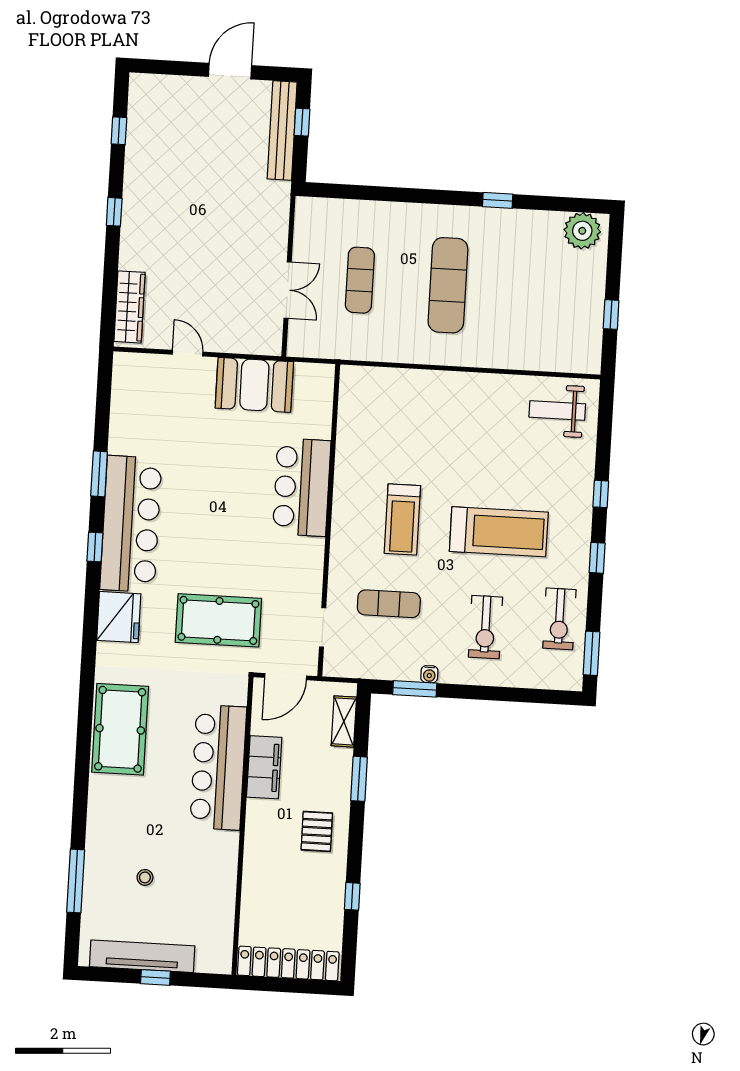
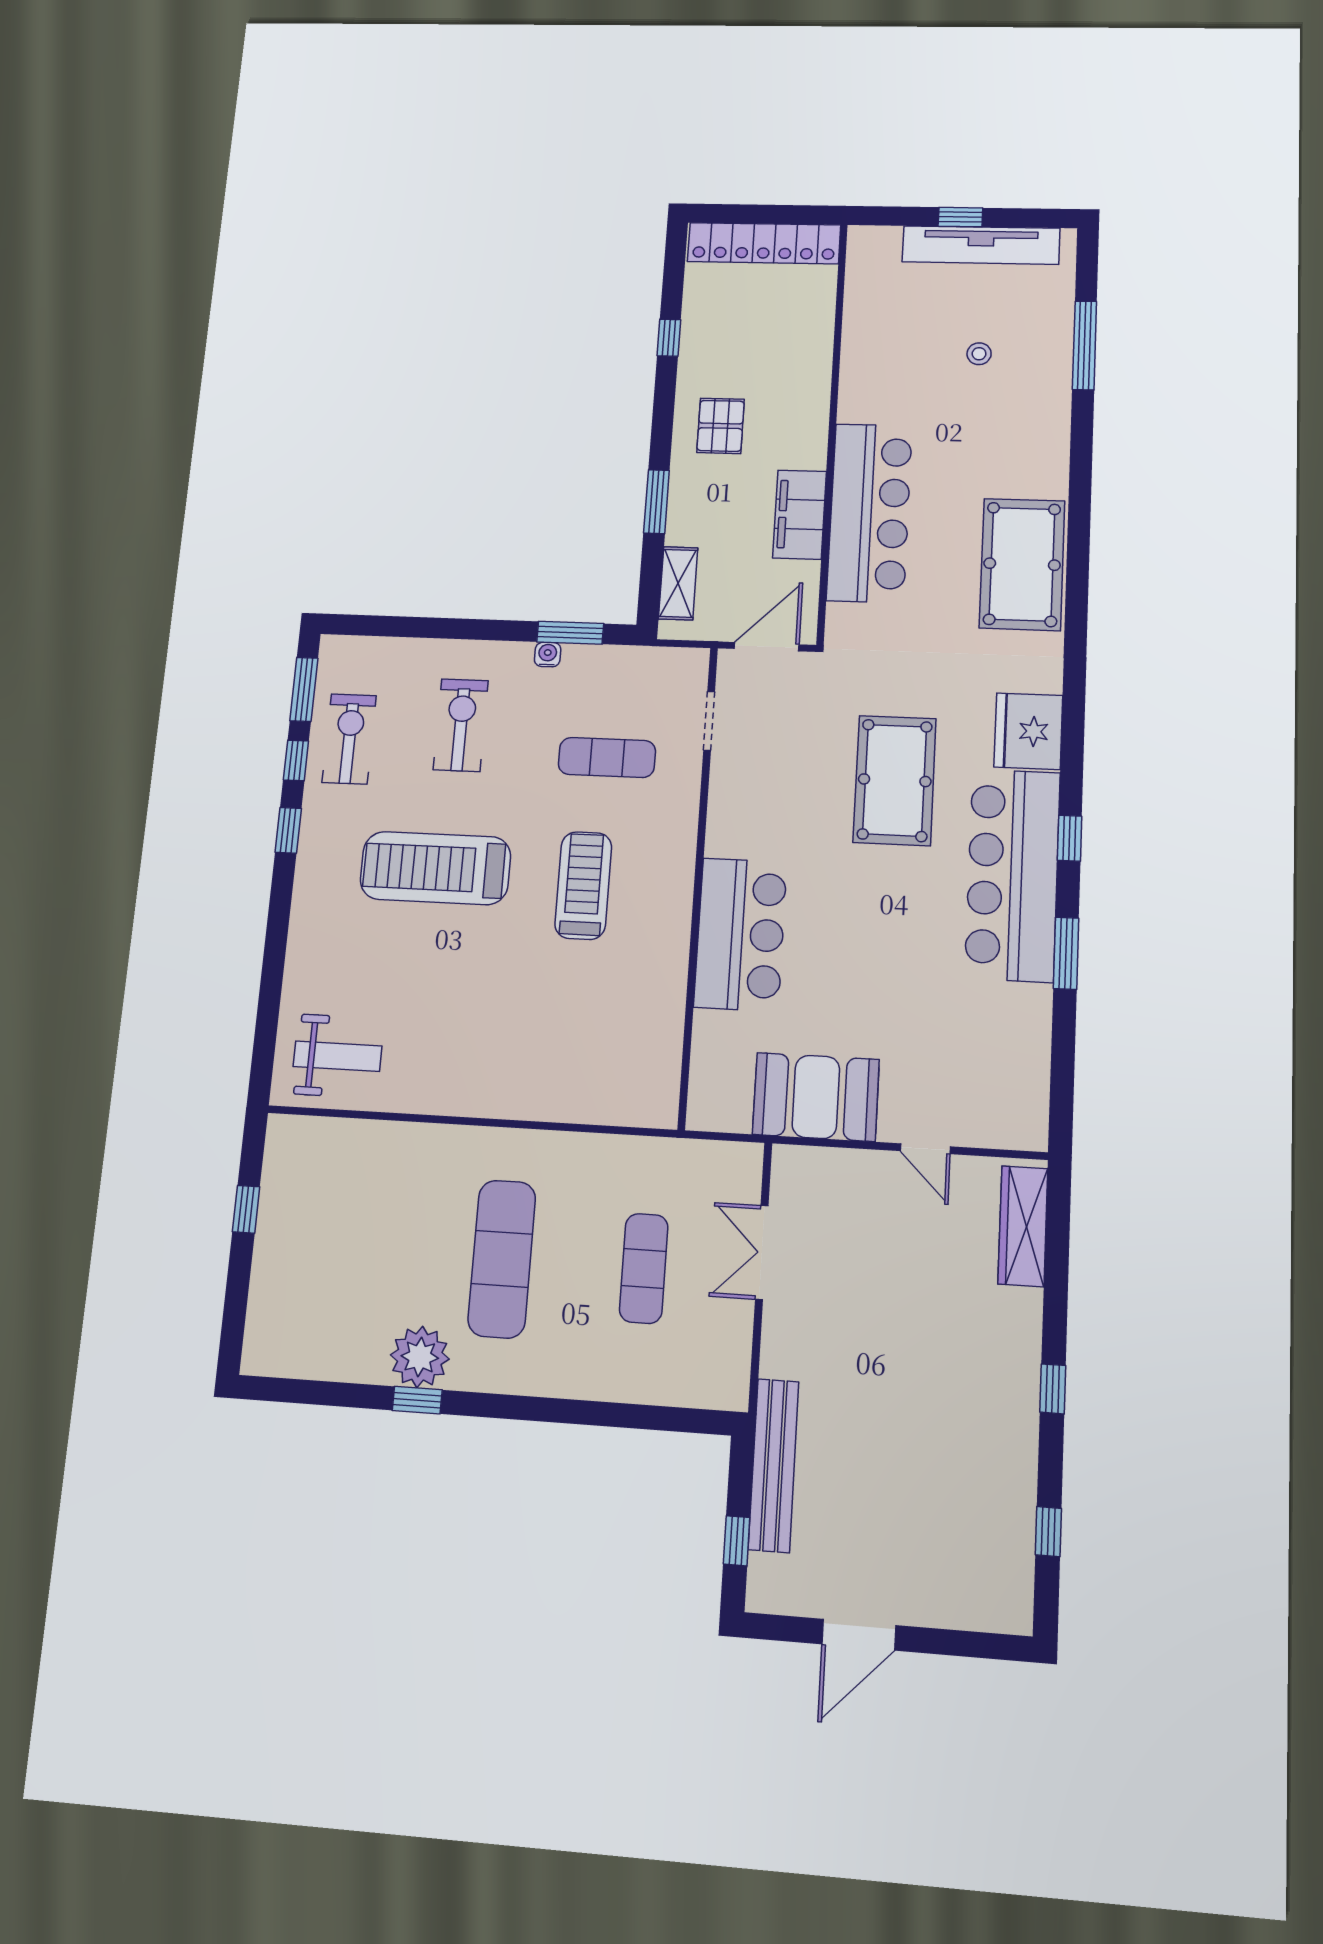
bench: (282, 130) -> (774, 1465), moved
plant: (582, 231) -> (420, 1357), moved
window: (601, 494) -> (296, 760), moved
pool table: (218, 620) -> (895, 780), moved, turned 90

